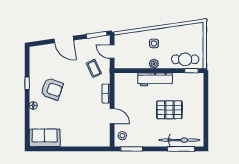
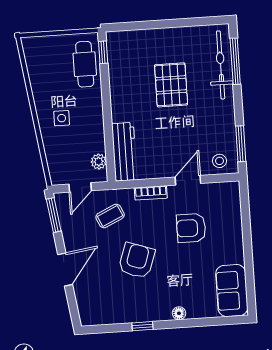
plant: (154, 64) -> (99, 162), moved
workbench: (155, 79) -> (124, 152), moved
armchair: (52, 89) -> (137, 261), moved
armchair: (84, 116) -> (191, 228), added

